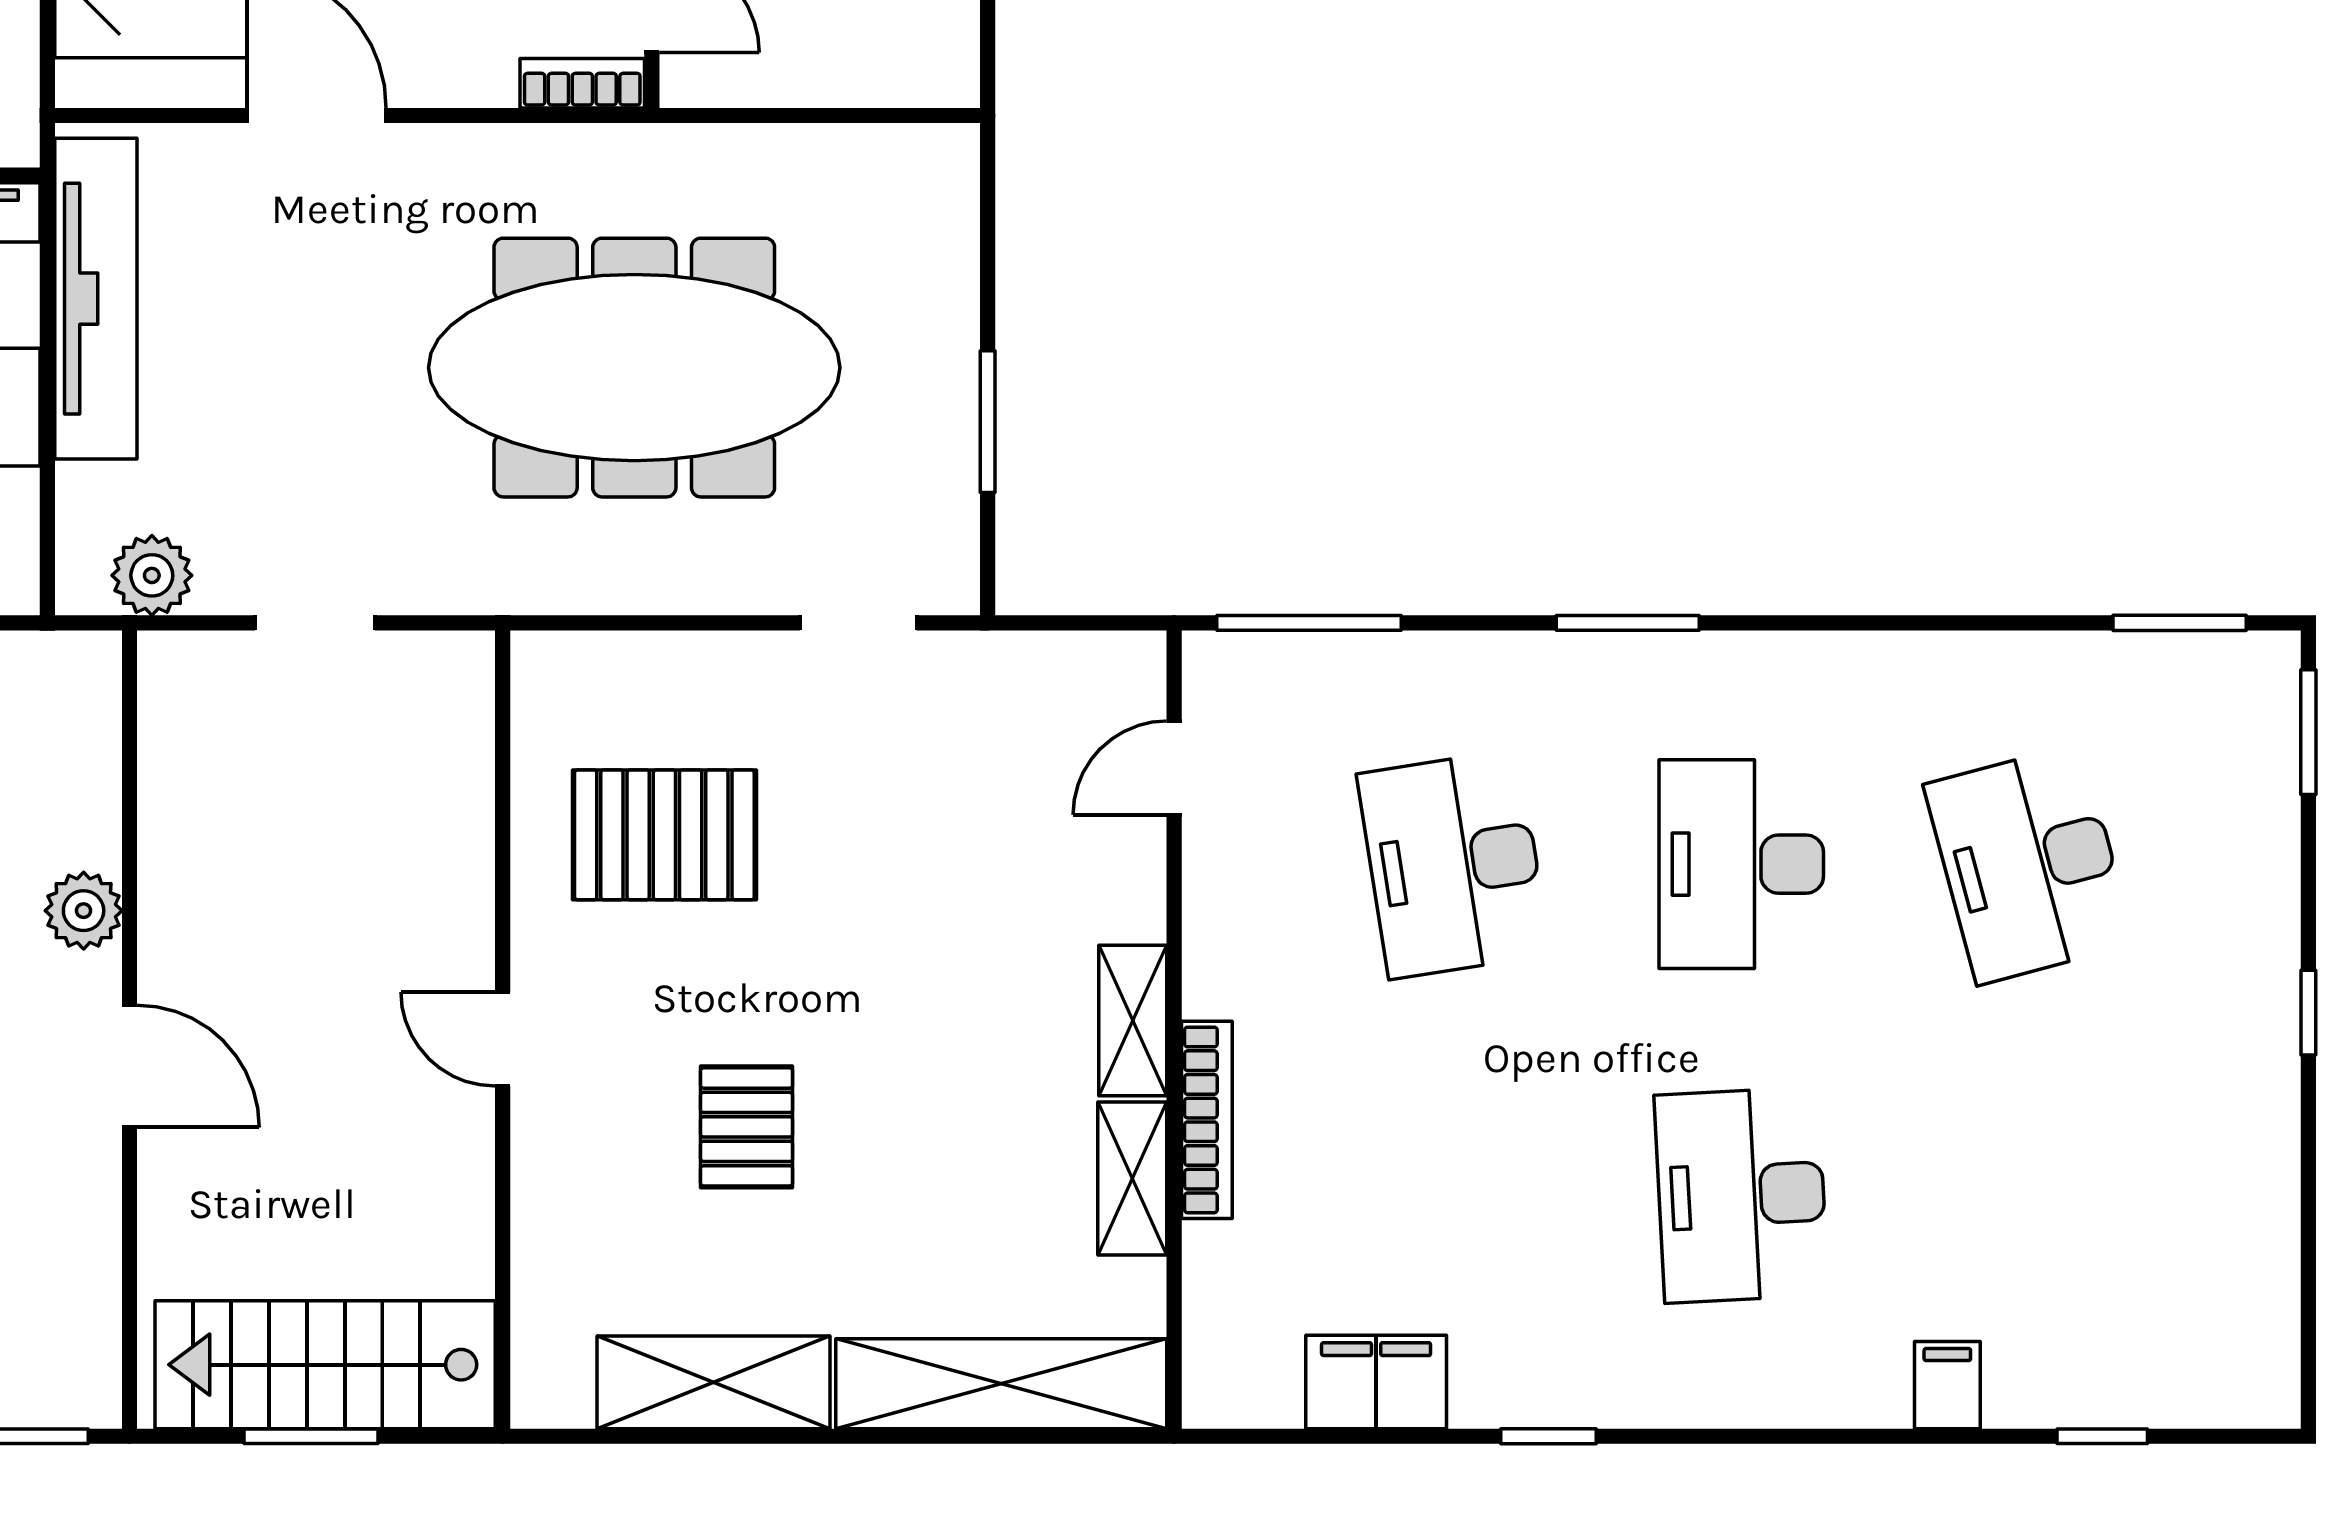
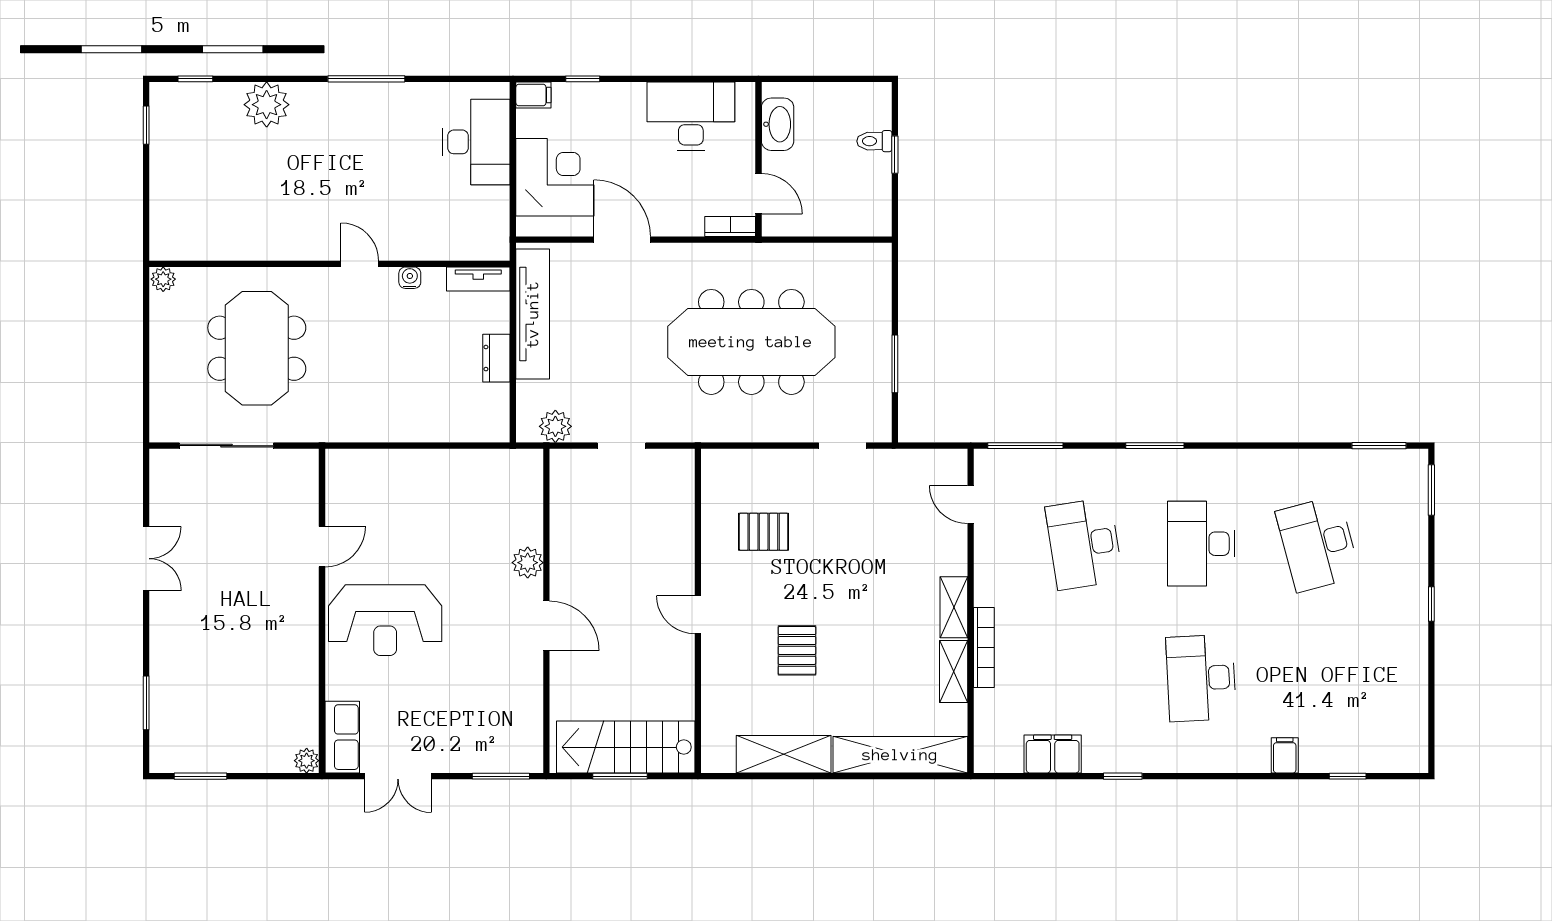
door: (1174, 768) -> (971, 505), hinge flipped
pallet: (664, 835) -> (764, 532), width x0.67, depth x0.71

